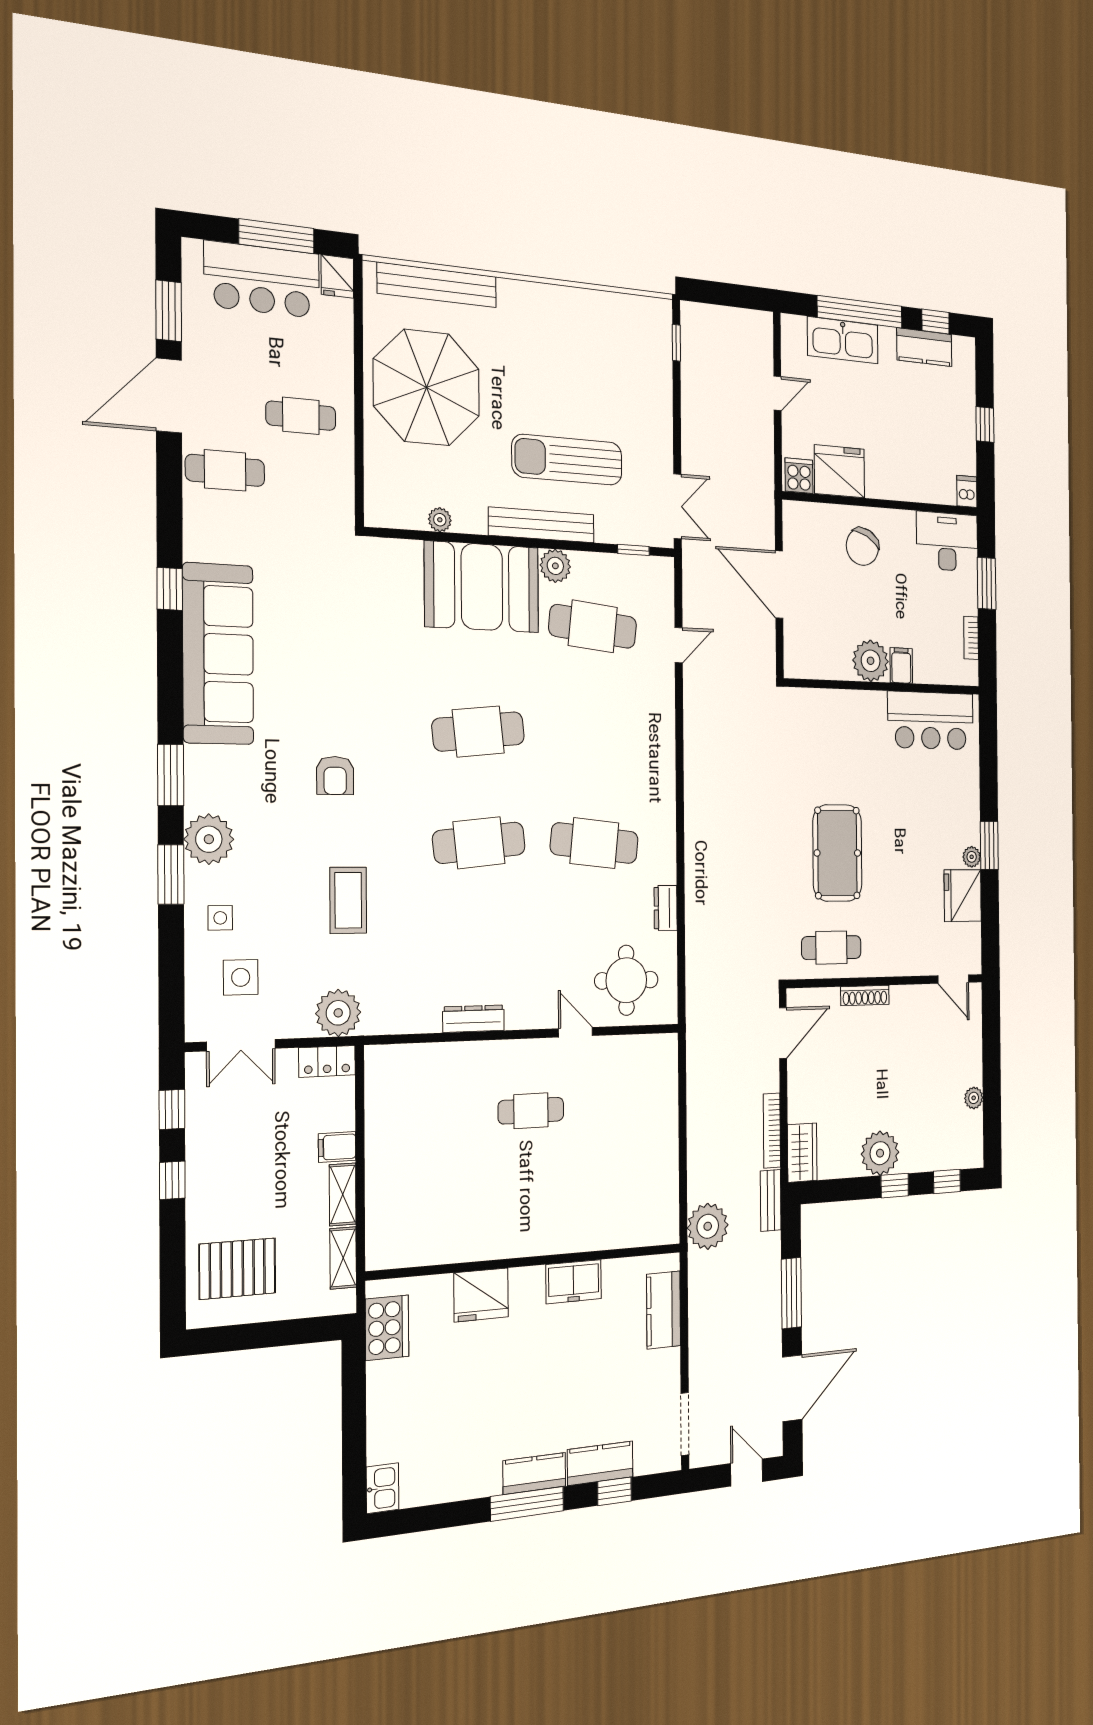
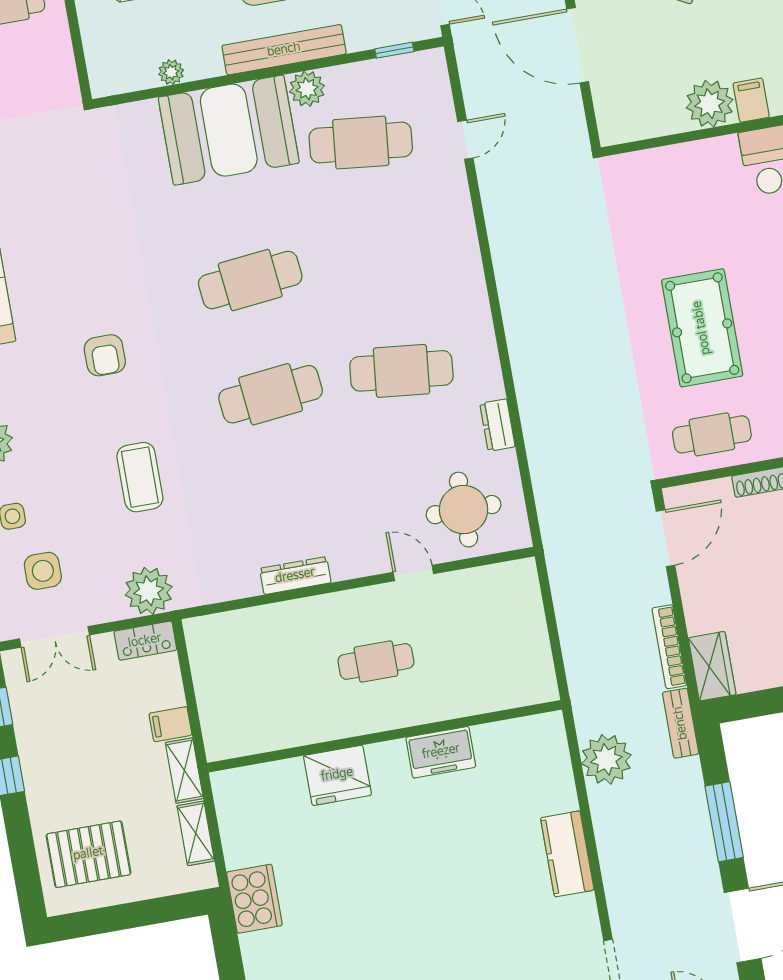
wall: (528, 1262) -> (384, 736), moved
freezer: (574, 1282) -> (441, 752), moved
fridge: (481, 1295) -> (337, 775), moved

